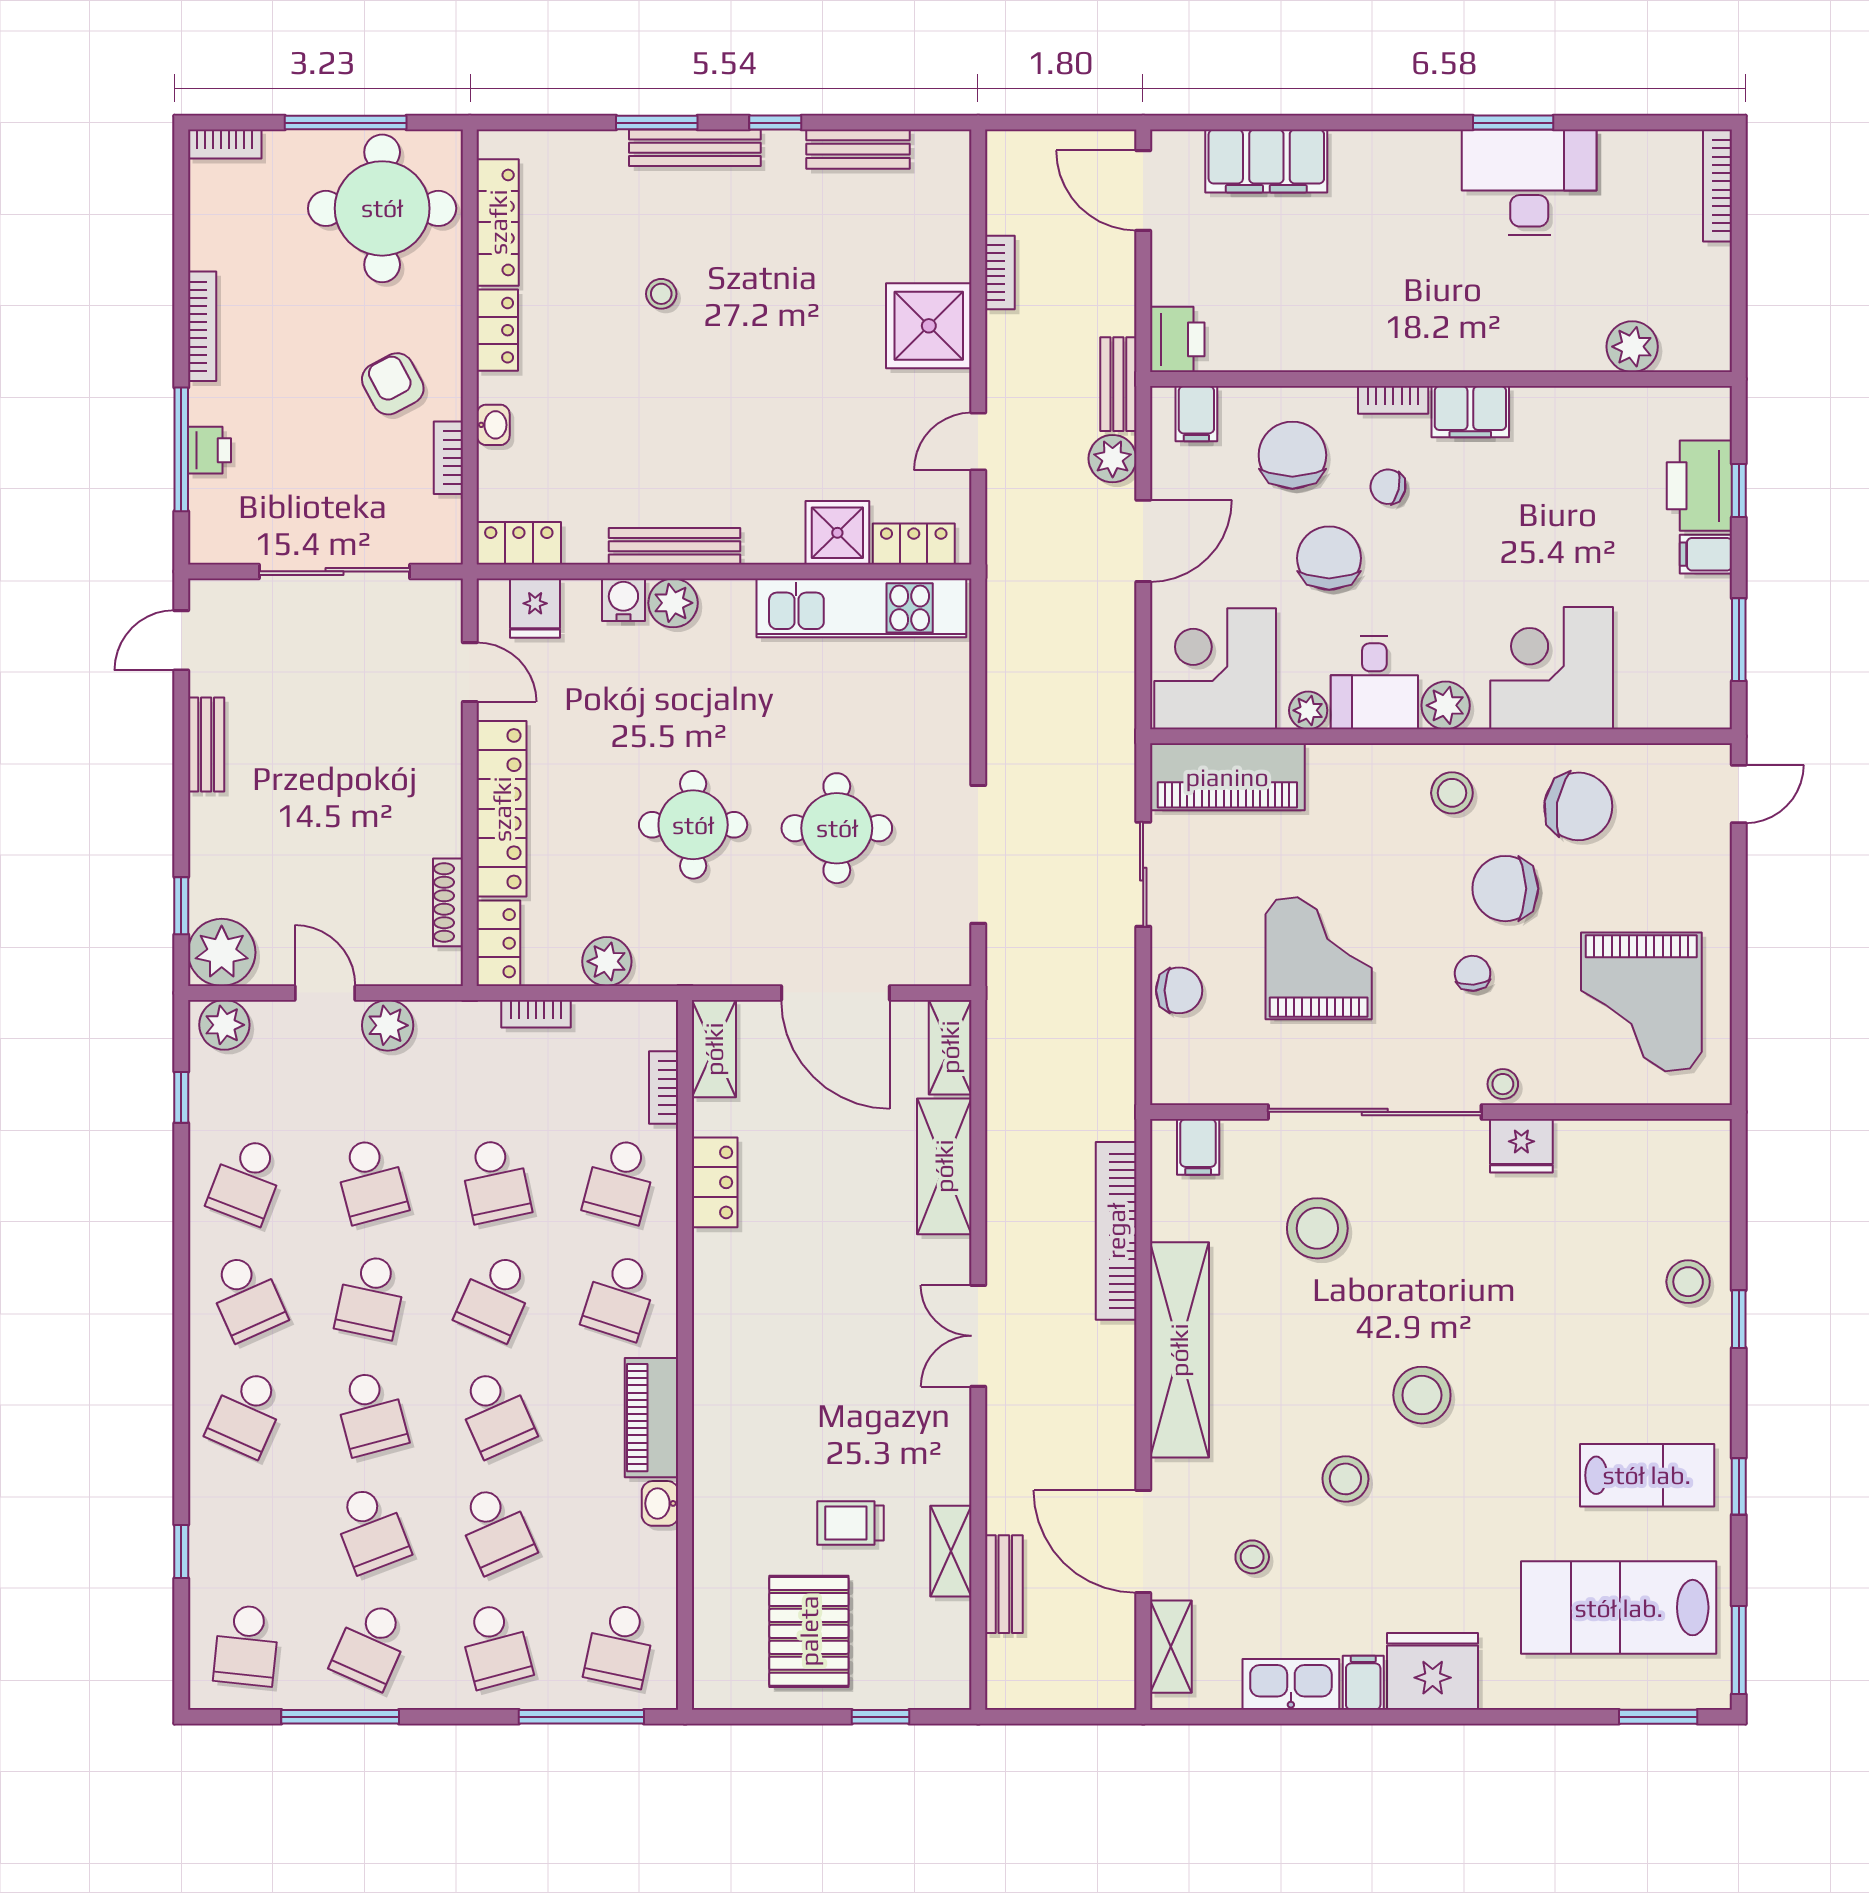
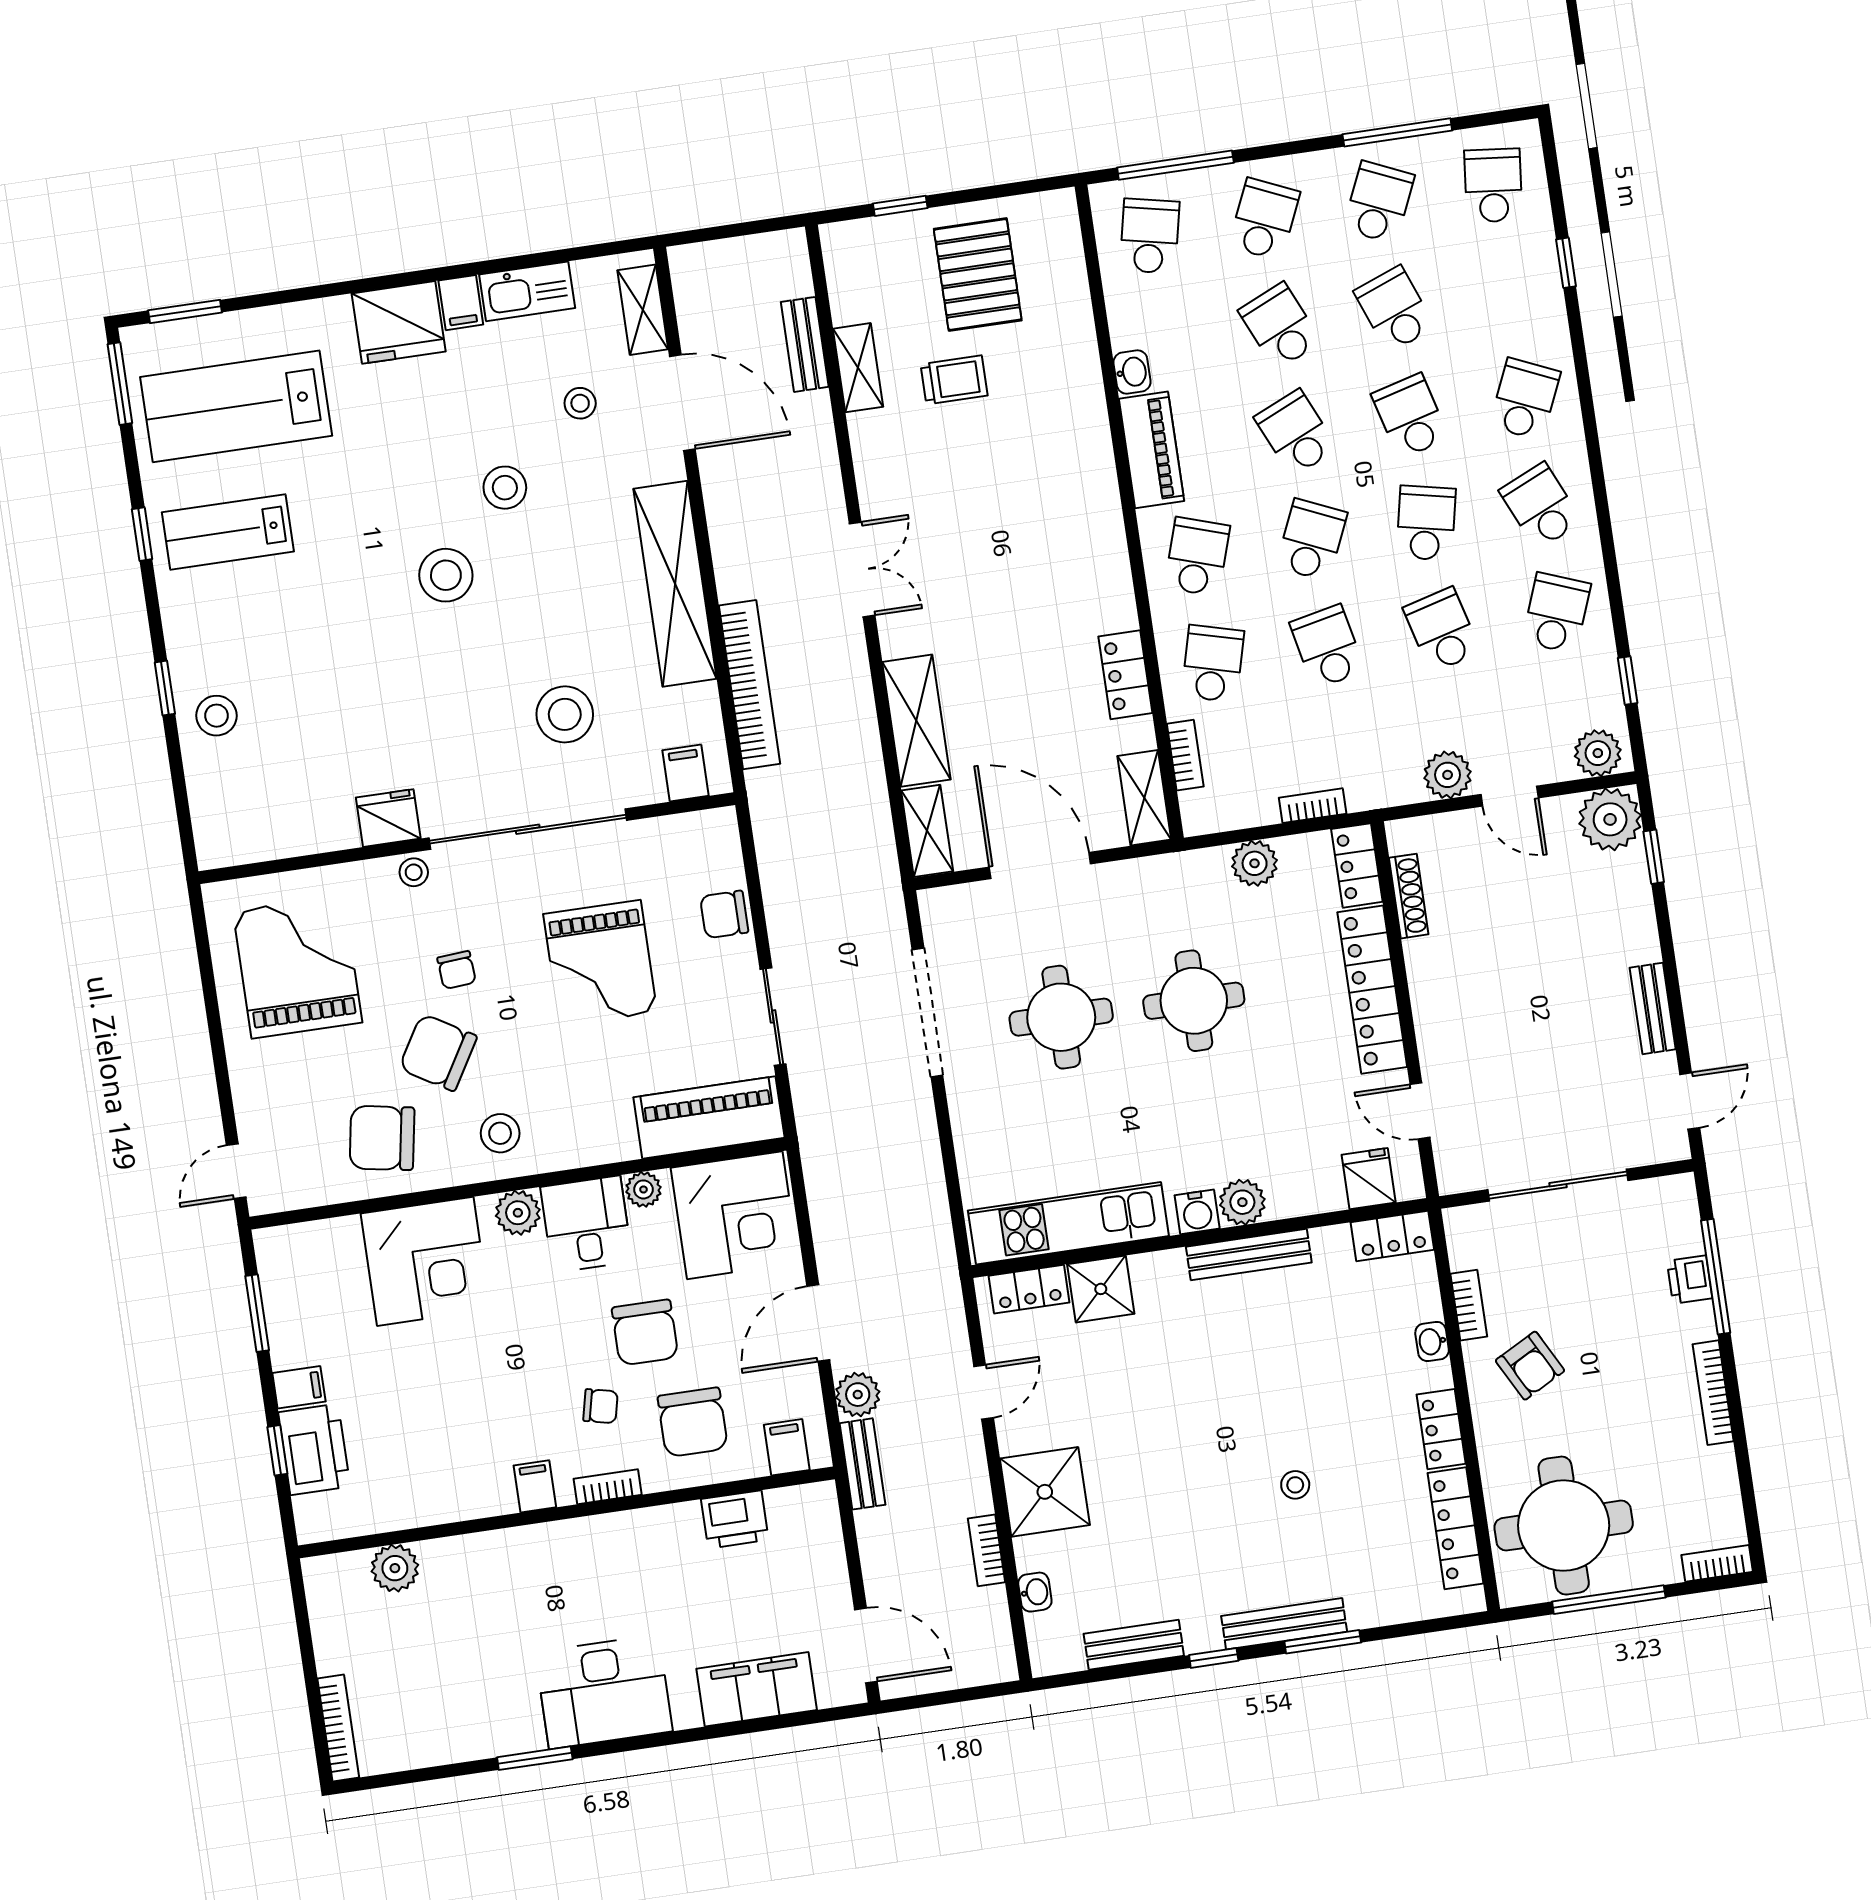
desk: (1529, 182) -> (604, 1692), moved
washbasin: (955, 221) -> (1035, 1592), added
printer: (1177, 339) -> (735, 1519), moved, turned -90
filing cabinet: (1470, 412) -> (535, 1486), width x0.50
water cooler: (623, 600) -> (1197, 1212), moved
chair: (1505, 889) -> (438, 1052), turned -149
lab bench: (1619, 1608) -> (236, 406), turned 180
school desk: (495, 1645) -> (1264, 219), turned 39

